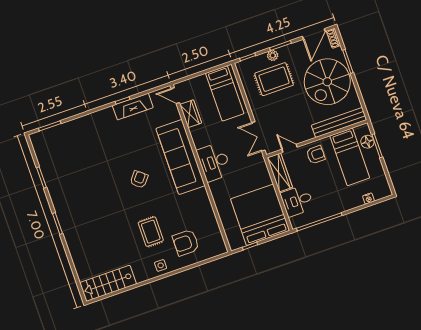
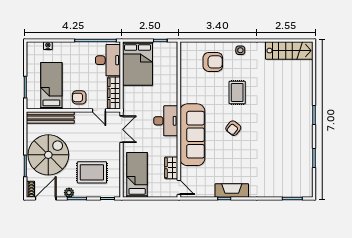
plant: (273, 55) -> (69, 193), moved
fireplace: (133, 107) -> (232, 191), moved
floor lamp: (367, 142) -> (32, 93), removed
desk: (297, 201) -> (108, 60), width x1.37
bed: (260, 215) -> (137, 64), width x0.73
rug: (151, 232) -> (237, 92), moved

